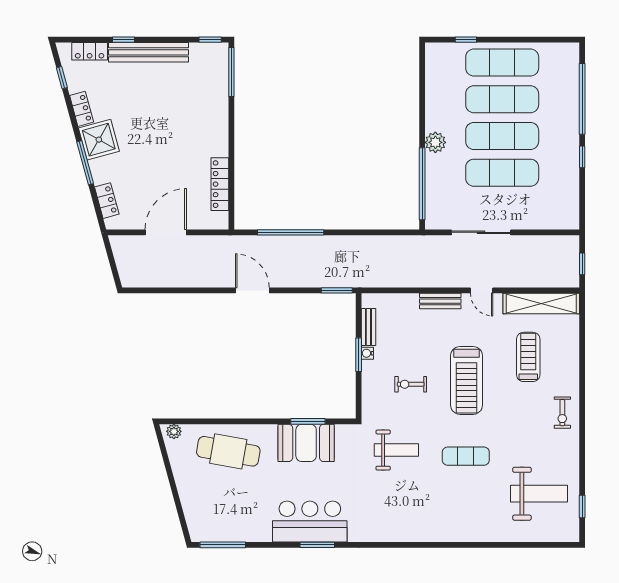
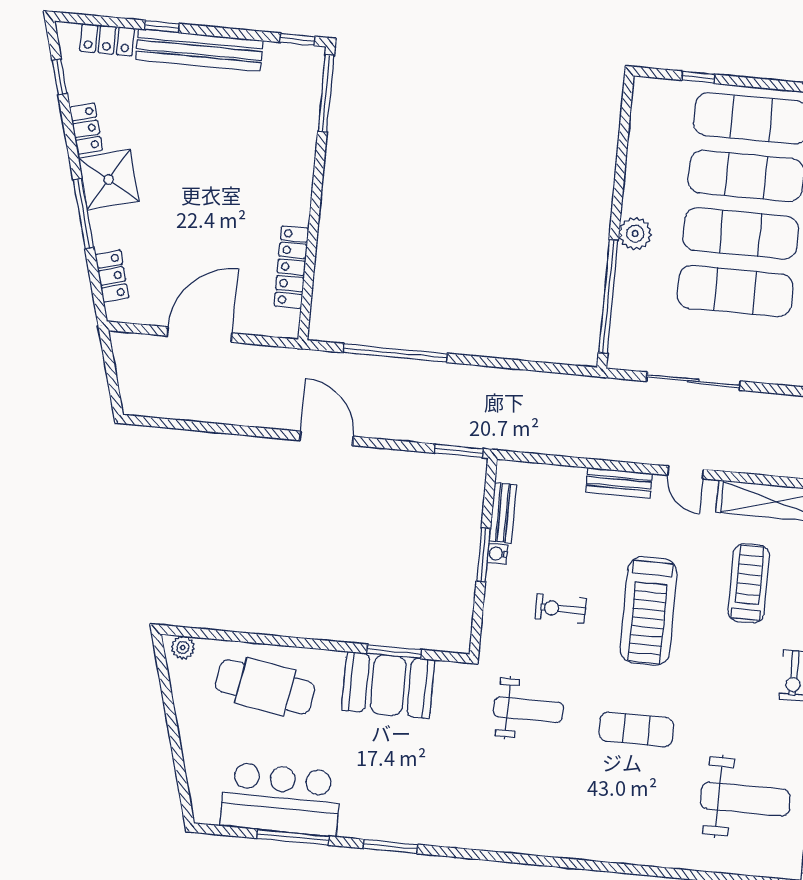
bar counter: (310, 522) -> (281, 799), moved
window: (223, 545) -> (293, 837), moved

